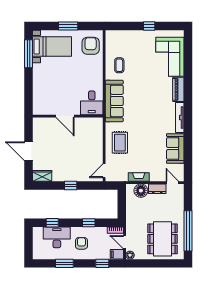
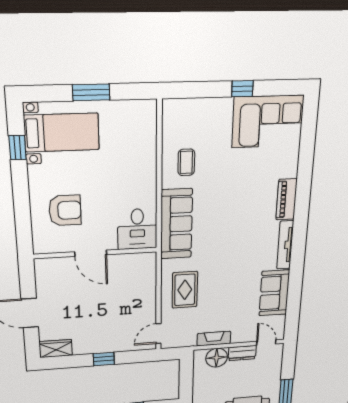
armchair: (91, 46) -> (65, 210), moved, turned 90
window: (29, 54) -> (18, 148), width x0.46
corner sofa: (170, 57) -> (268, 121), moved, turned -90

